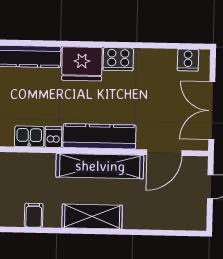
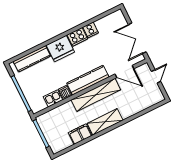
cooker: (188, 60) -> (91, 30), moved
door: (164, 153) -> (124, 71), hinge flipped
filing cabinet: (34, 215) -> (80, 134), width x2.00

